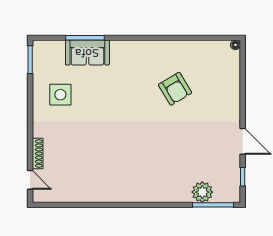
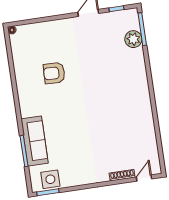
sofa: (87, 53) -> (35, 141), width x1.36
armchair: (175, 89) -> (54, 73), turned -147
side table: (60, 95) -> (50, 179), moved

